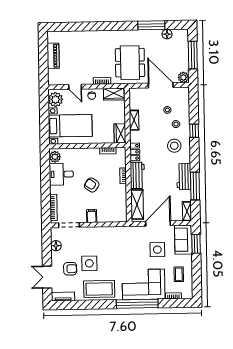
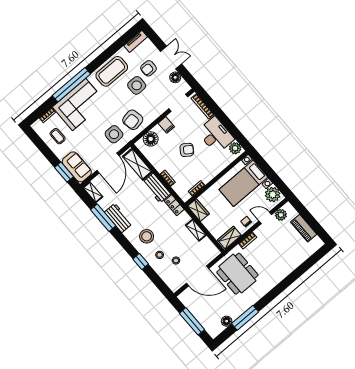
plant: (183, 77) -> (281, 215), moved
desk: (61, 174) -> (216, 135), width x1.37
floor lamp: (112, 215) -> (151, 139), added
armchair: (113, 240) -> (133, 120), added
side table: (157, 250) -> (114, 134), moved
double door: (47, 277) -> (171, 58), moved

